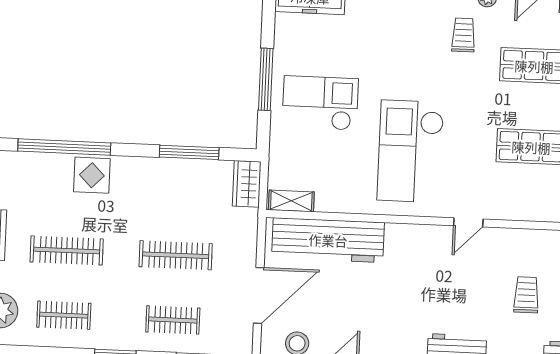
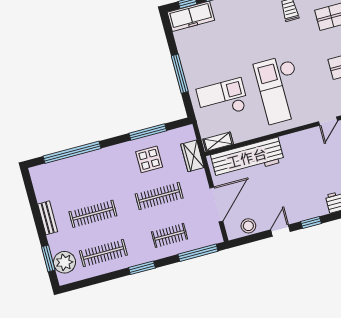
checkout: (320, 103) -> (223, 99), moved
display table: (92, 175) -> (149, 159), moved
wardrobe: (247, 184) -> (192, 156), moved
clothes rail: (64, 315) -> (103, 253), width x1.36

